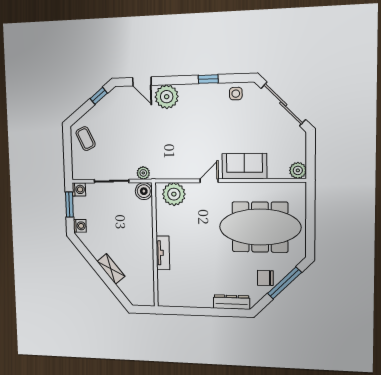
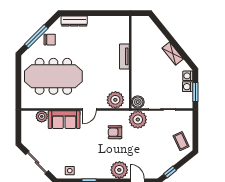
sliding door: (283, 104) -> (37, 163), width x0.73
armchair: (174, 149) -> (115, 132), added
plant: (298, 170) -> (42, 116), moved
plant: (143, 173) -> (138, 120), width x1.87, depth x1.87
washing machine: (79, 189) -> (188, 87), moved
shelving: (111, 269) -> (173, 53), moved

